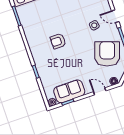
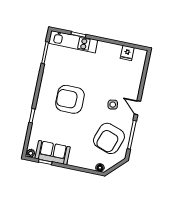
armchair: (58, 41) -> (70, 99), width x1.88, depth x1.88
armchair: (107, 54) -> (109, 138), turned 180
door: (100, 91) -> (81, 169), removed

